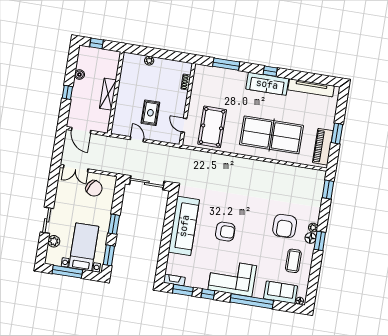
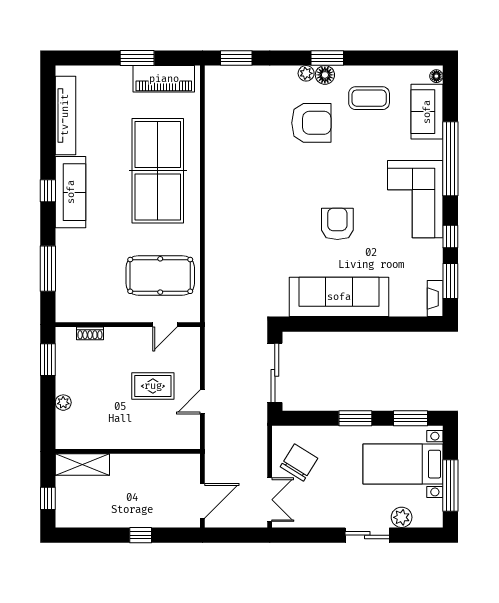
window: (175, 56) -> (48, 360), added
boiler: (79, 75) -> (107, 519), removed
shelving: (108, 94) -> (82, 464), moved

